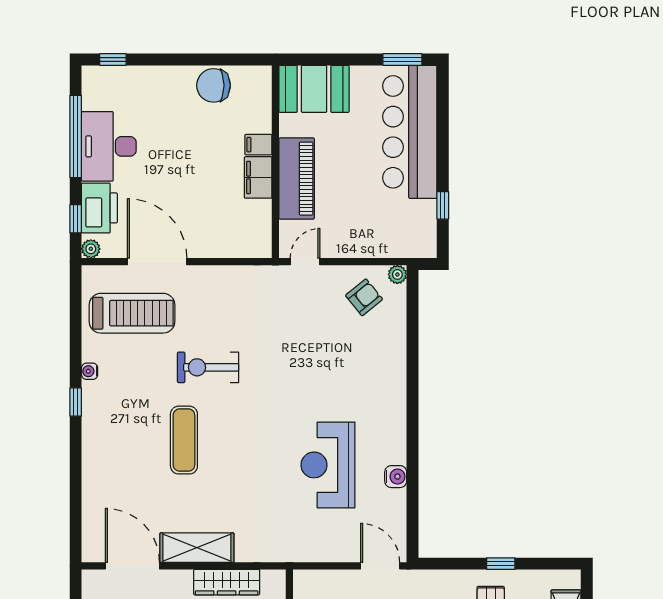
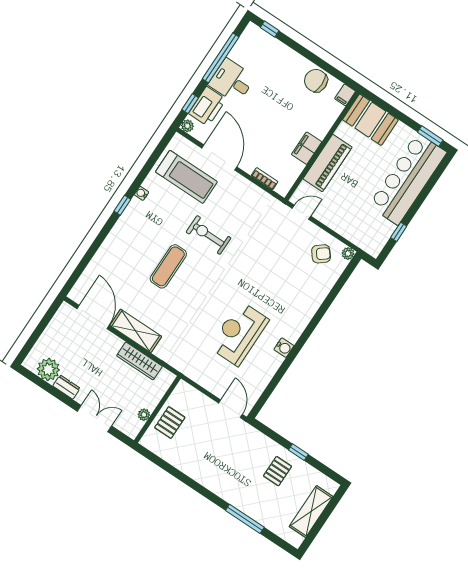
filing cabinet: (258, 145) -> (345, 95), moved, turned -90
desk: (109, 146) -> (232, 81), width x0.73
bookcase: (231, 250) -> (265, 179), added
water cooler: (396, 477) -> (284, 348), moved

